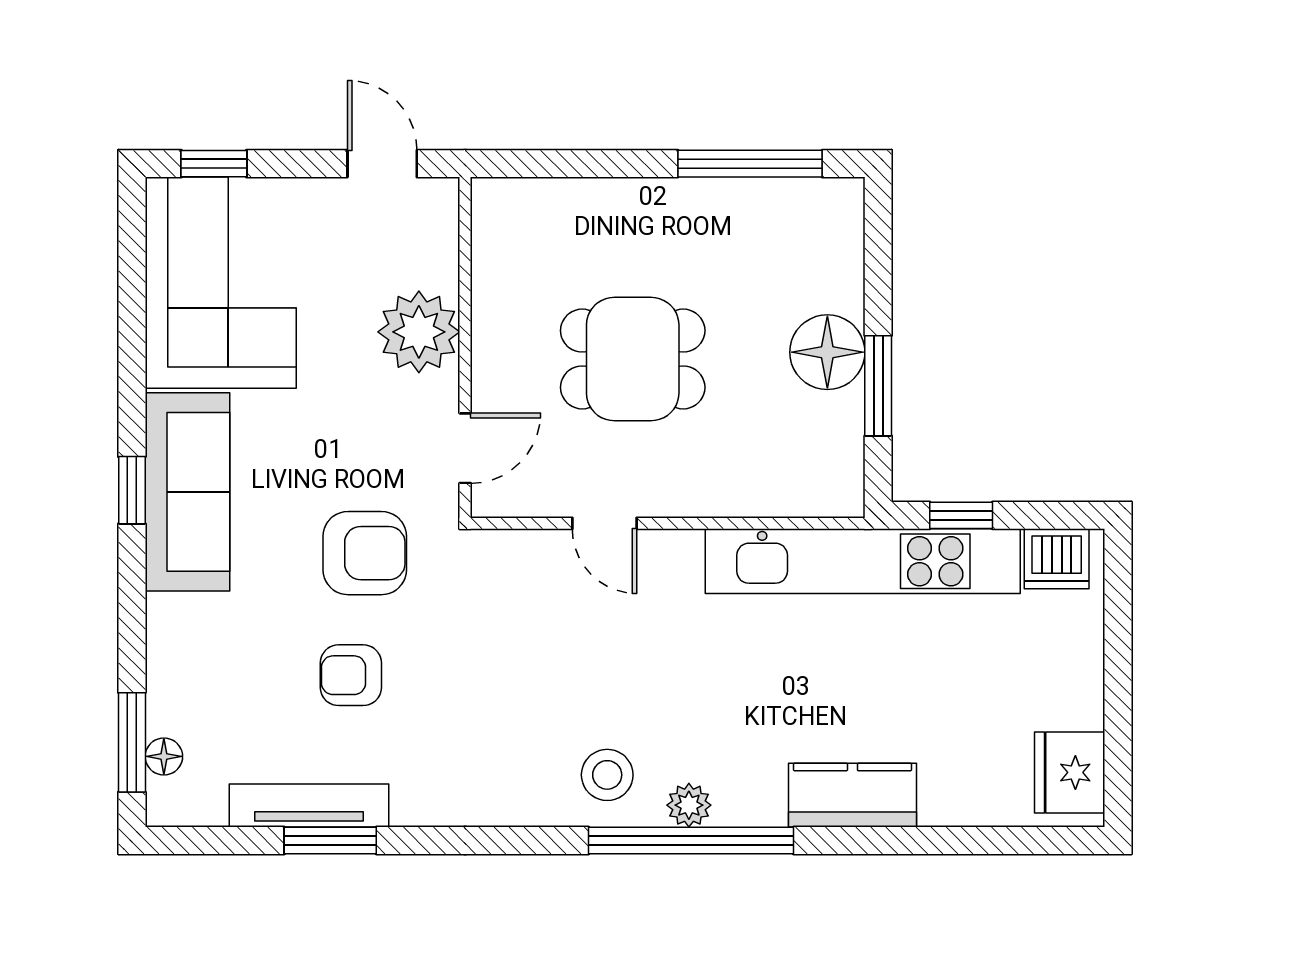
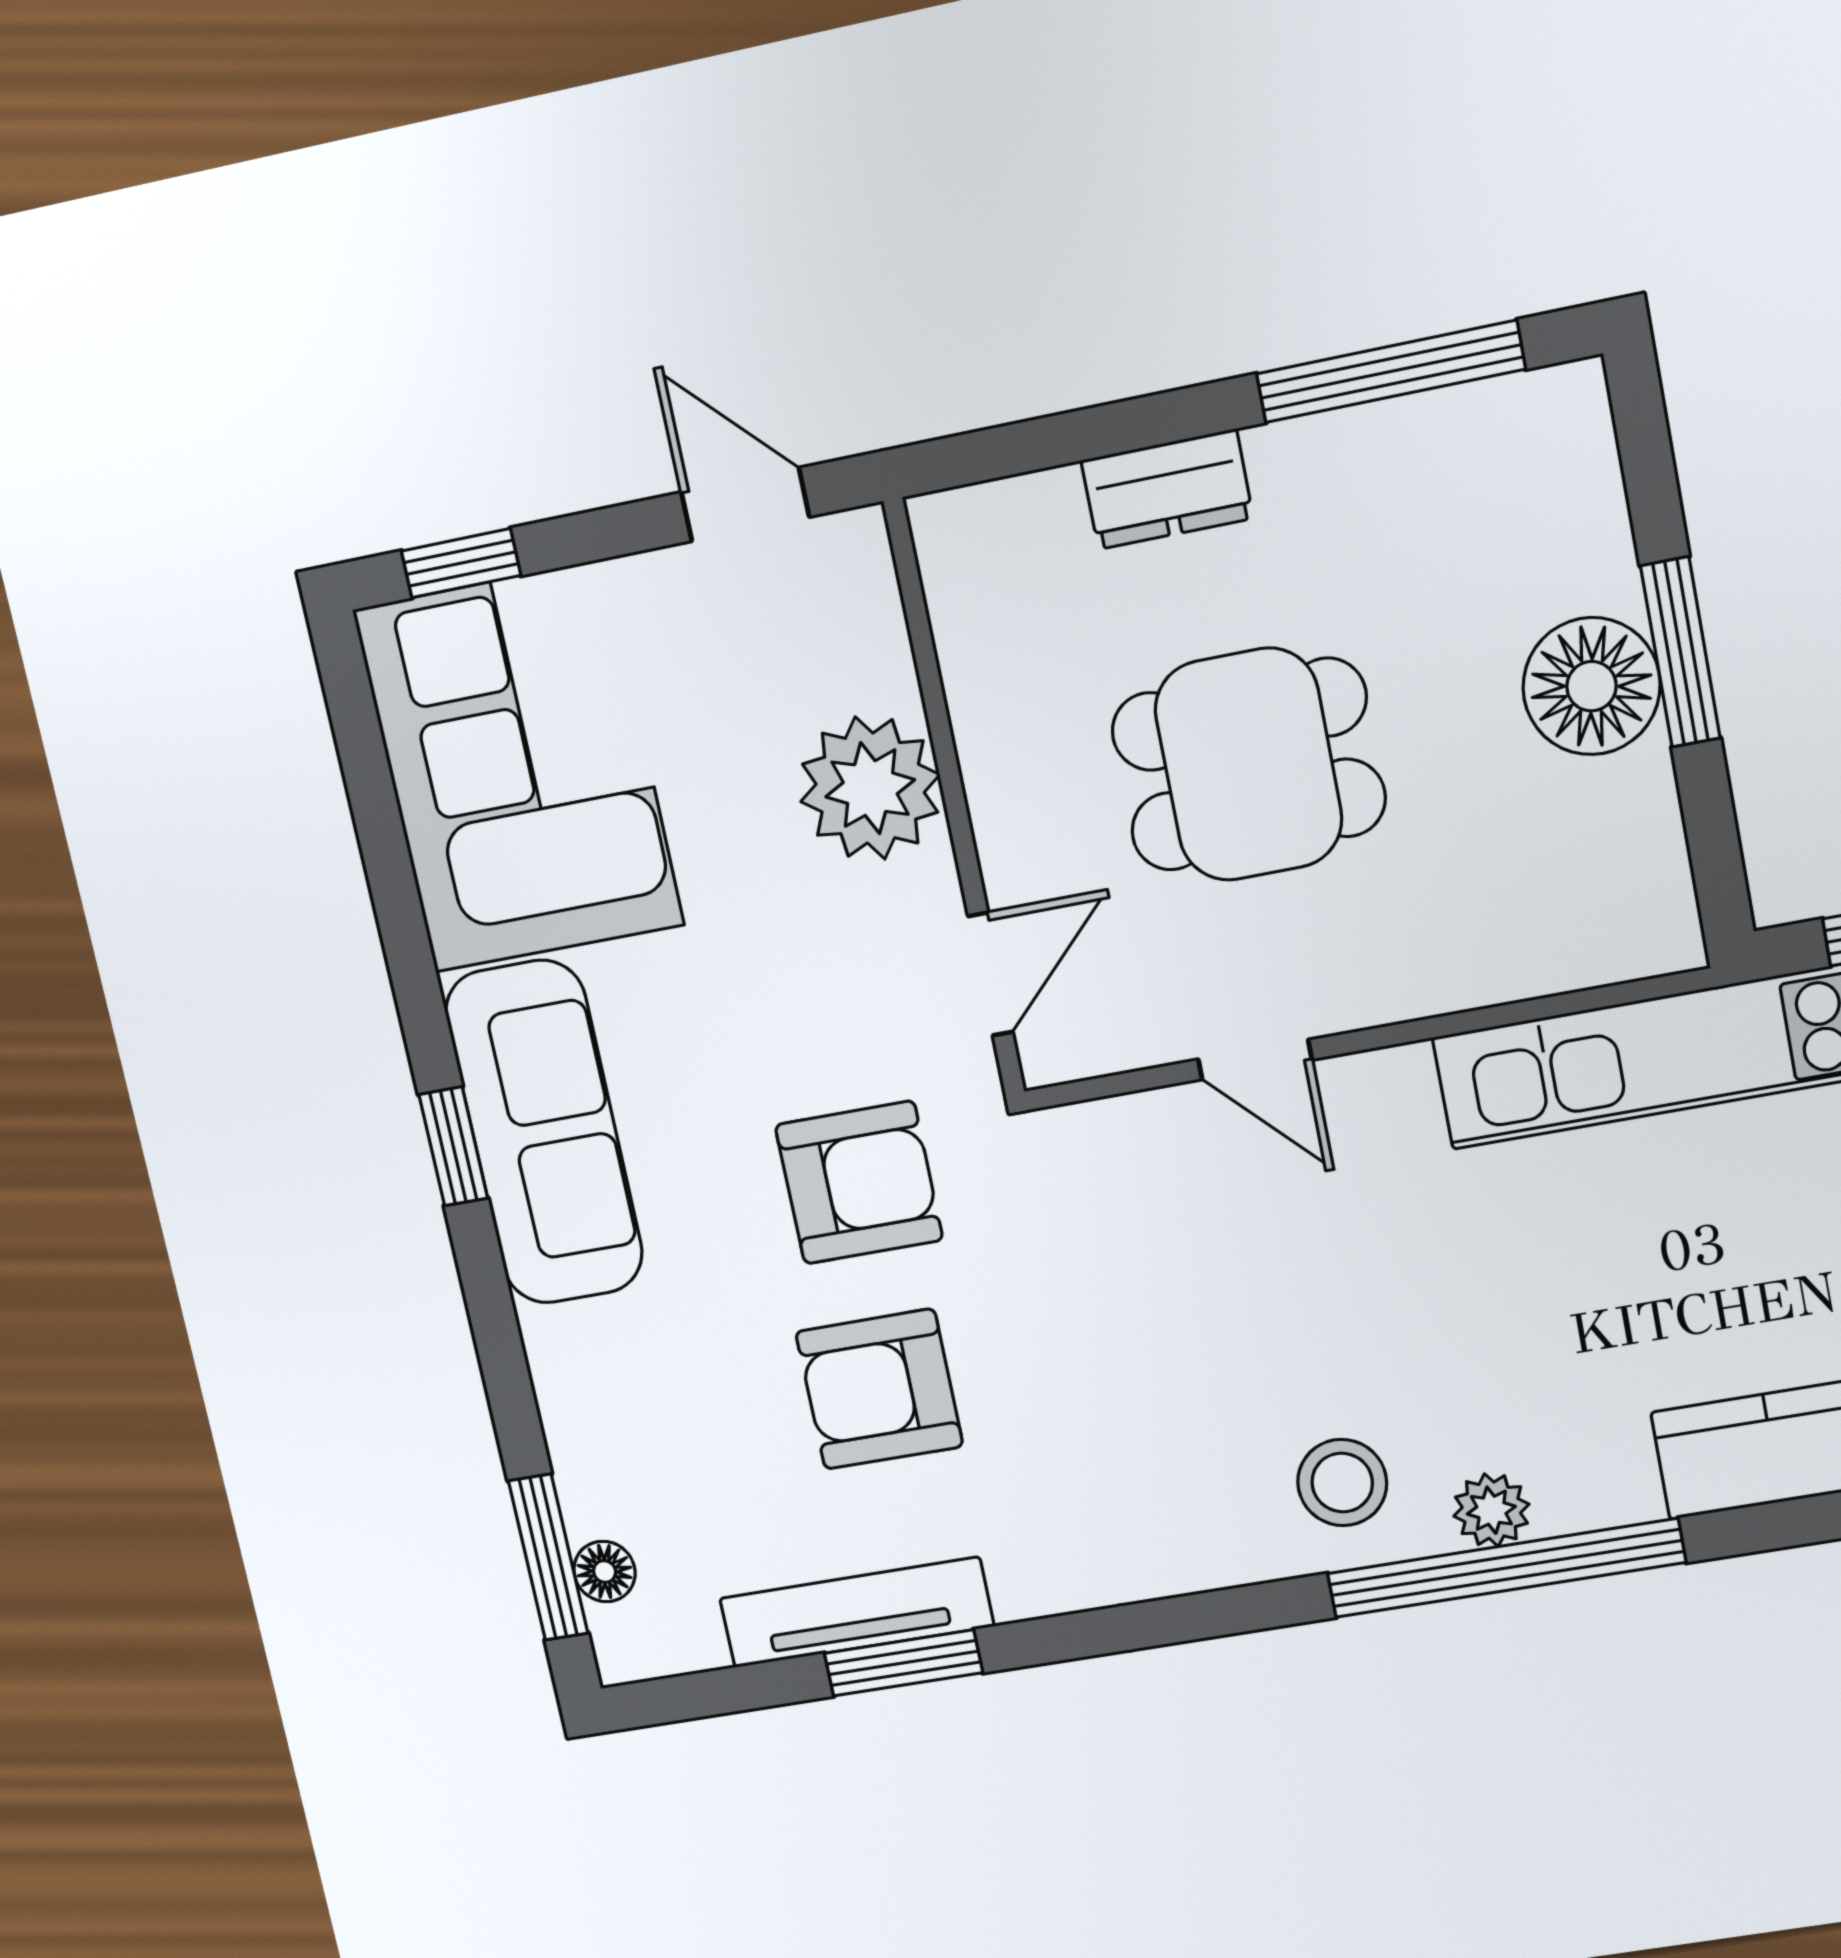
dresser: (617, 202) -> (1167, 489), added
window: (878, 386) -> (1680, 652), moved
armchair: (351, 675) -> (879, 1389), width x1.38, depth x1.38

